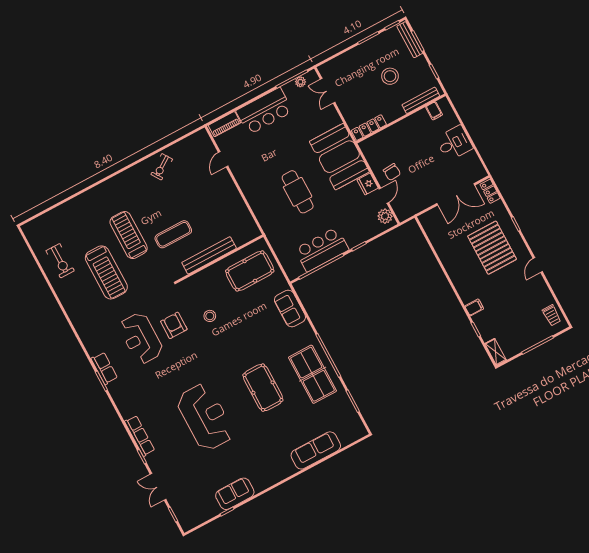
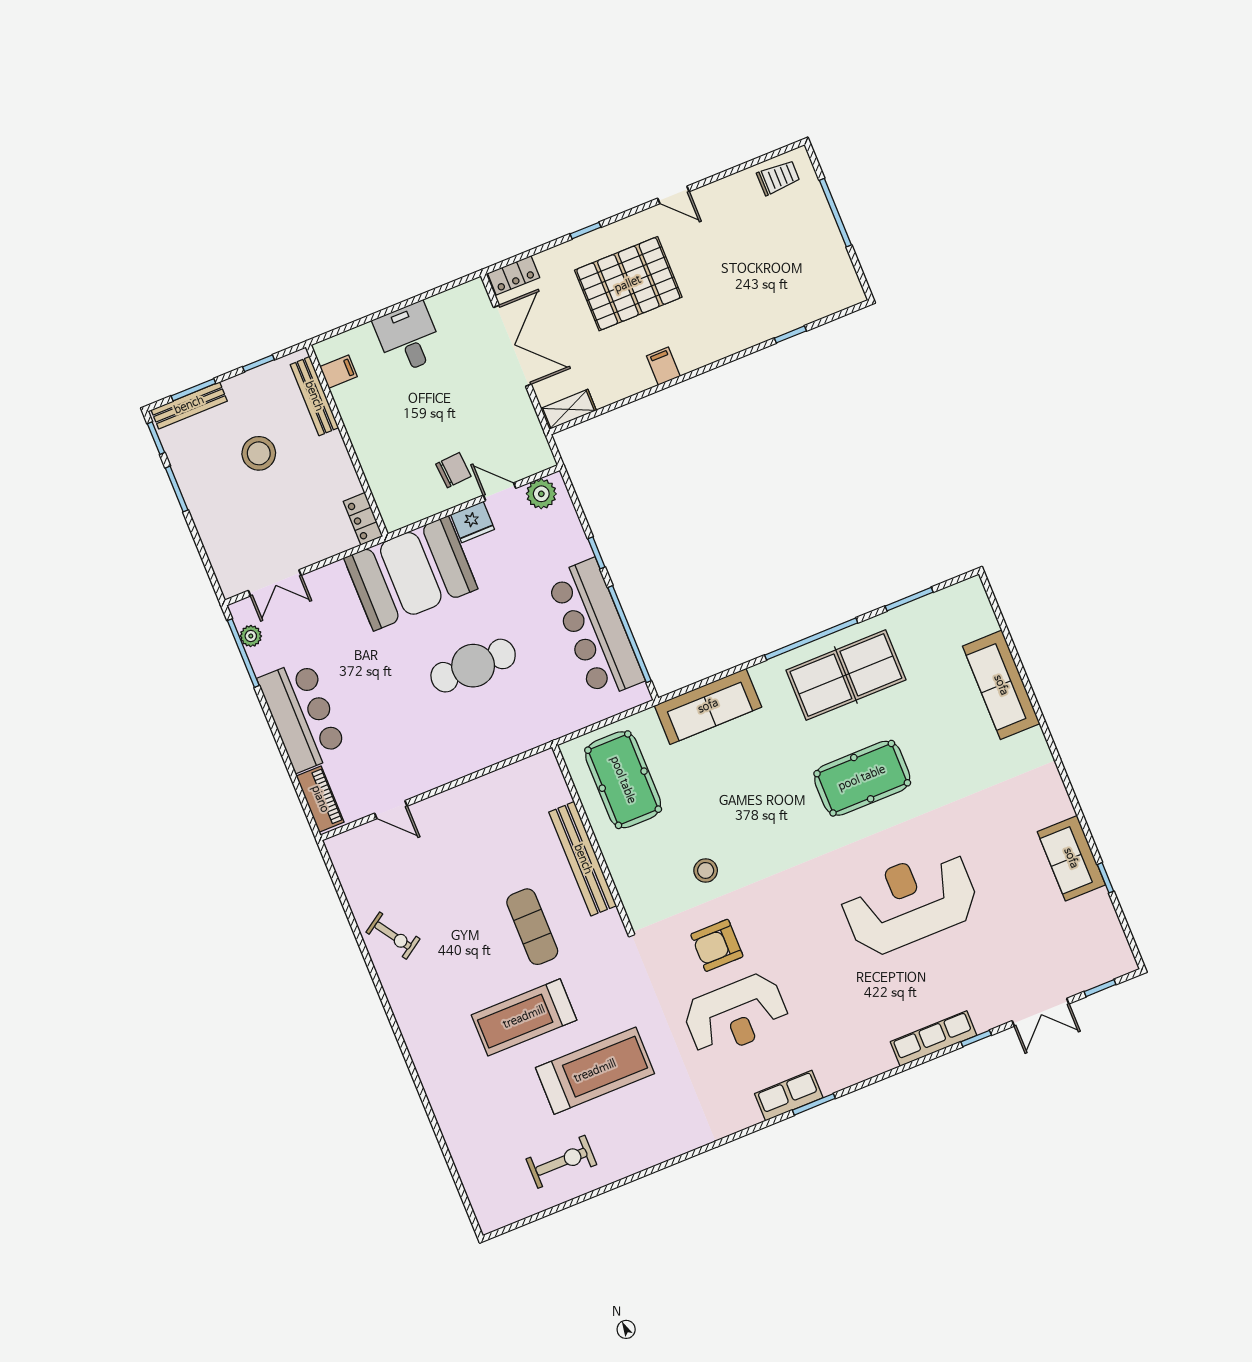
locker: (369, 128) -> (363, 519), width x0.66
bar counter: (322, 249) -> (595, 629), width x1.36
filing cabinet: (474, 307) -> (663, 366), moved
sofa: (290, 309) -> (708, 706), width x1.36
shelving: (496, 352) -> (568, 409), moved

